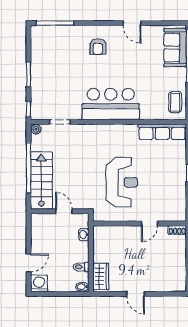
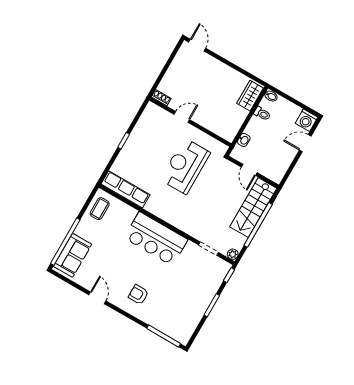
armchair: (98, 47) -> (138, 295), turned -90
door: (136, 294) -> (197, 45), moved

